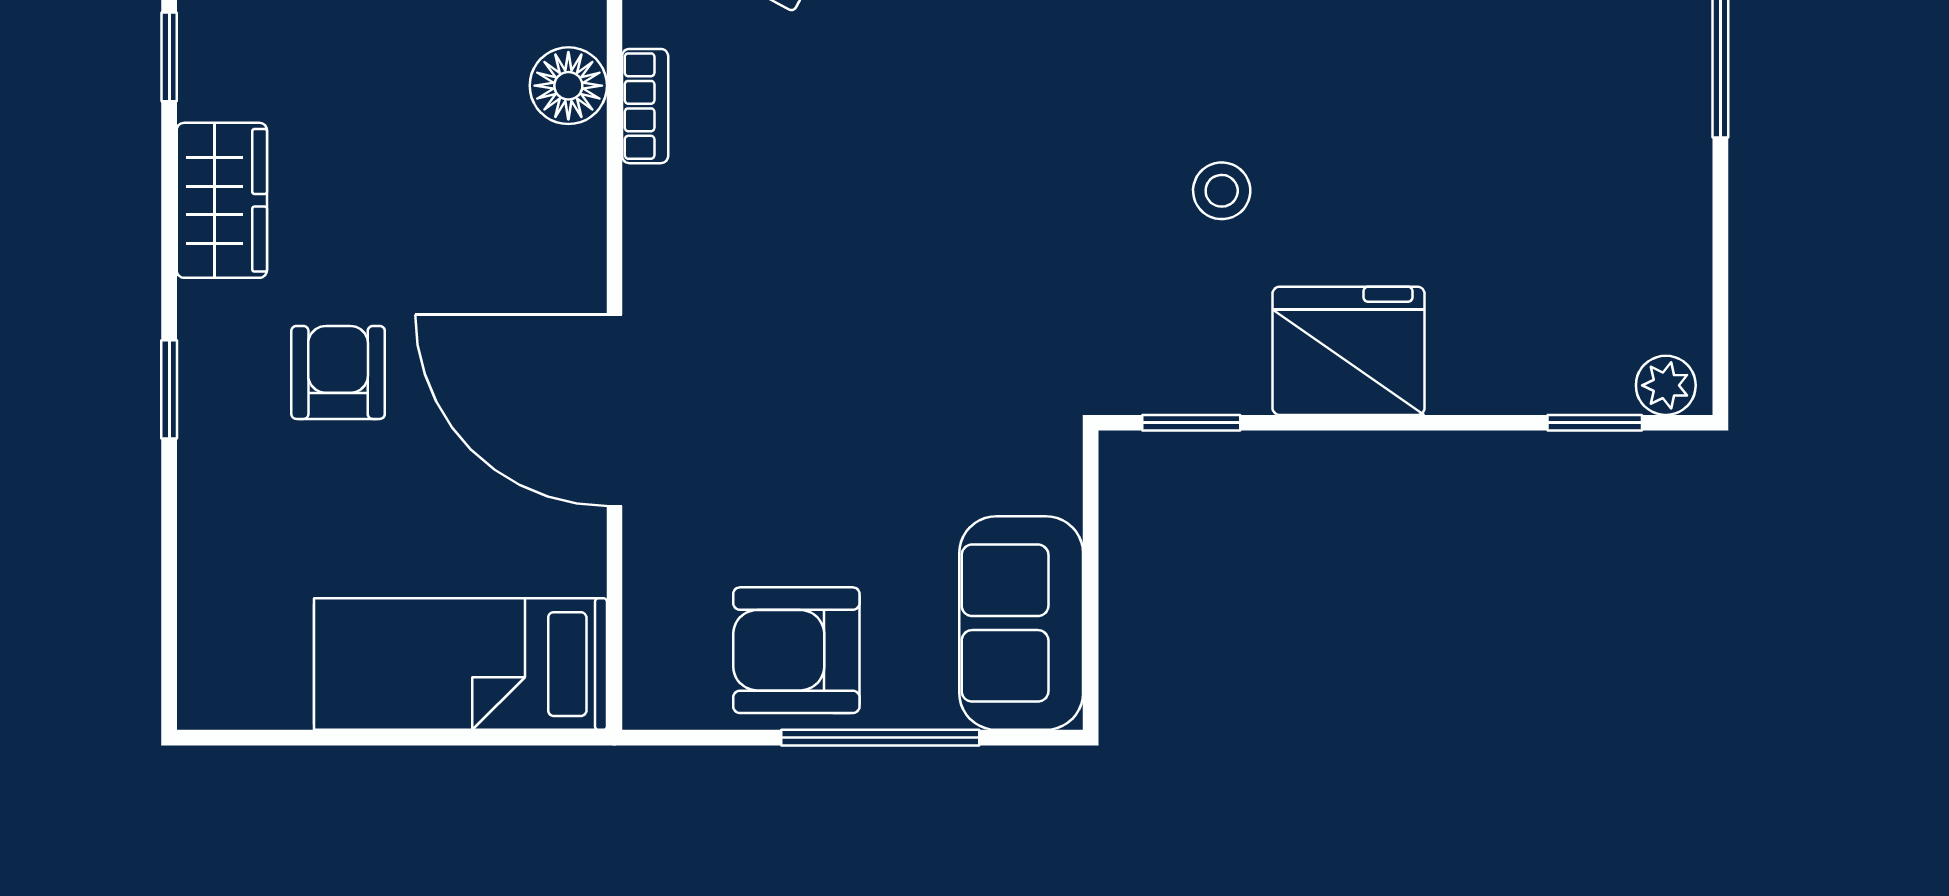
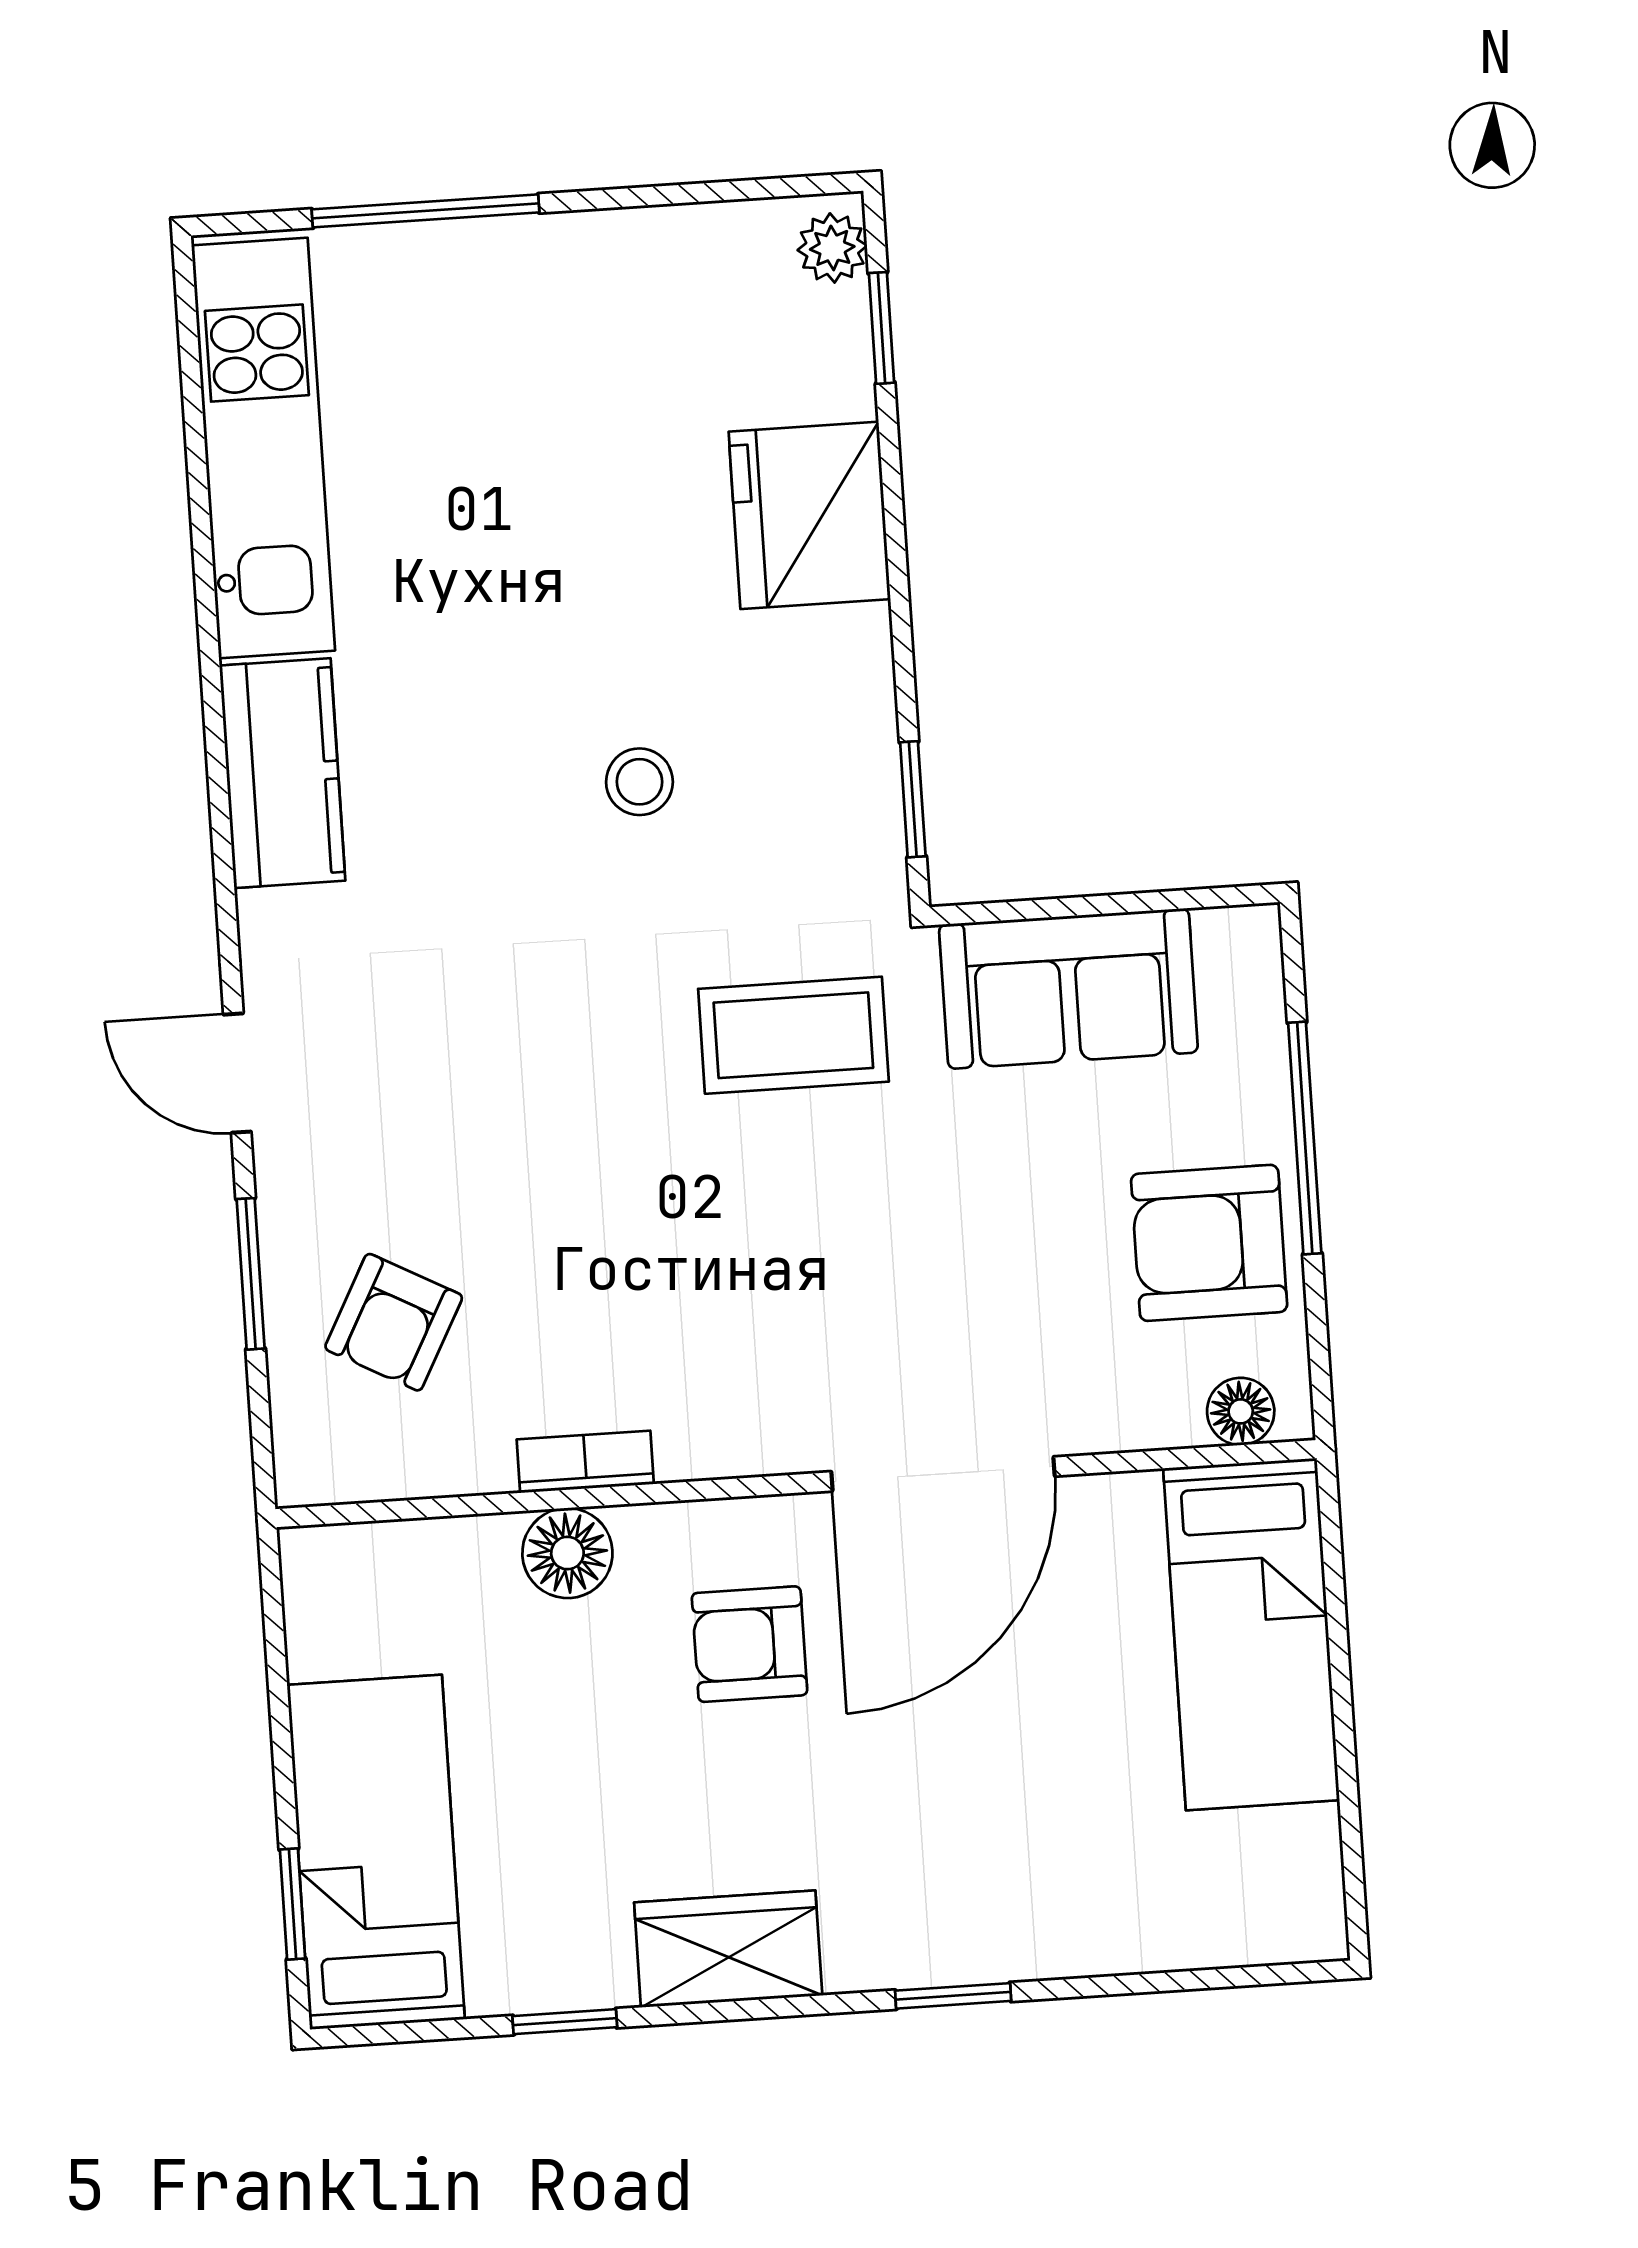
coffee table: (997, 308) -> (793, 1035), added
fridge: (1349, 351) -> (810, 515), moved
armchair: (338, 372) -> (750, 1644), moved
sofa: (1021, 623) -> (1068, 989), moved
armchair: (796, 650) -> (1209, 1243), turned 90
floor lamp: (651, 668) -> (1241, 1411), added

